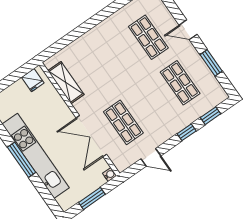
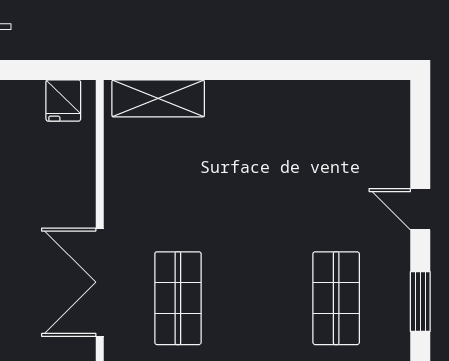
shop shelf: (148, 37) -> (336, 171), removed
shelving: (66, 83) -> (158, 98), moved, turned 90

